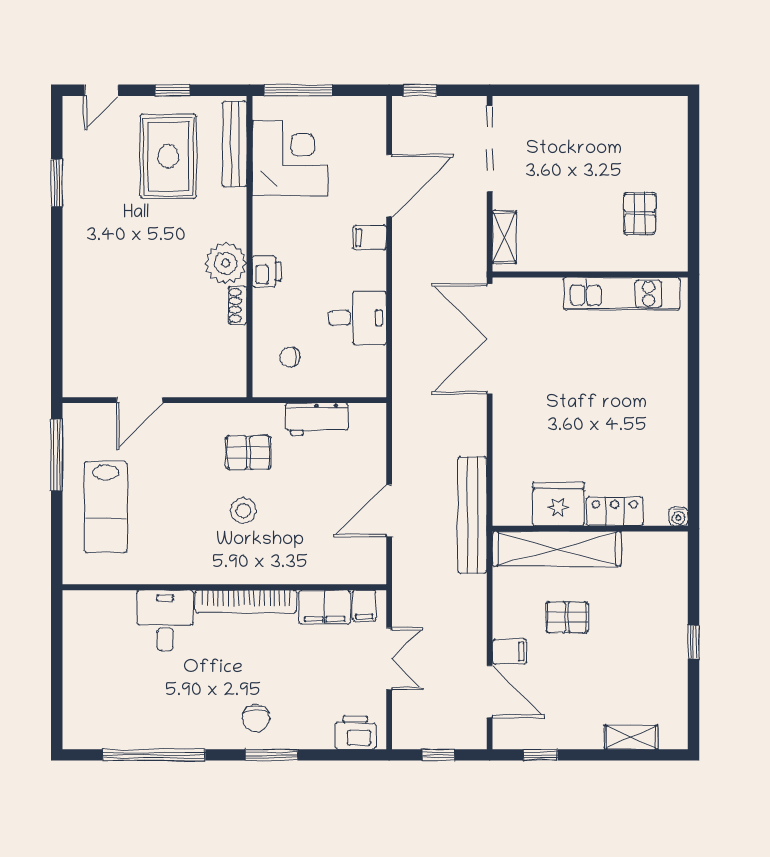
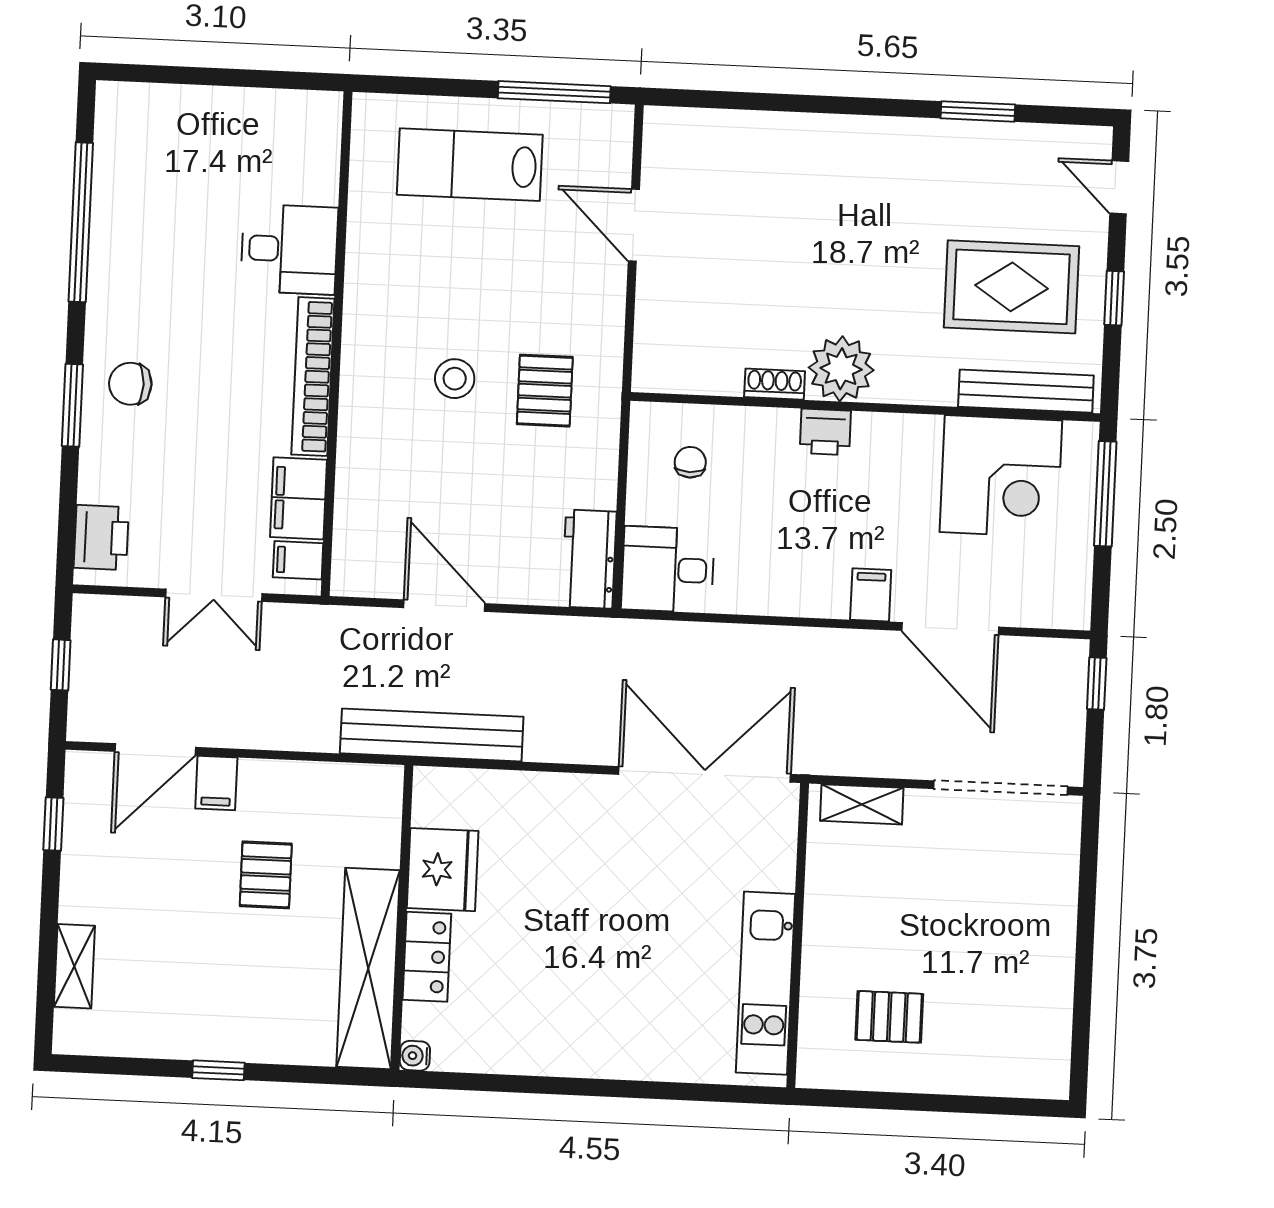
desk: (357, 318) -> (668, 570), moved, turned 90
workbench: (317, 419) -> (589, 559), moved
shelving: (557, 549) -> (368, 968), moved

